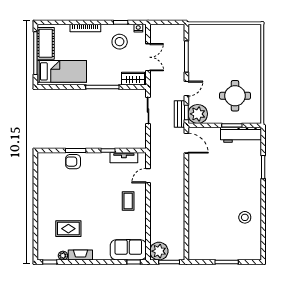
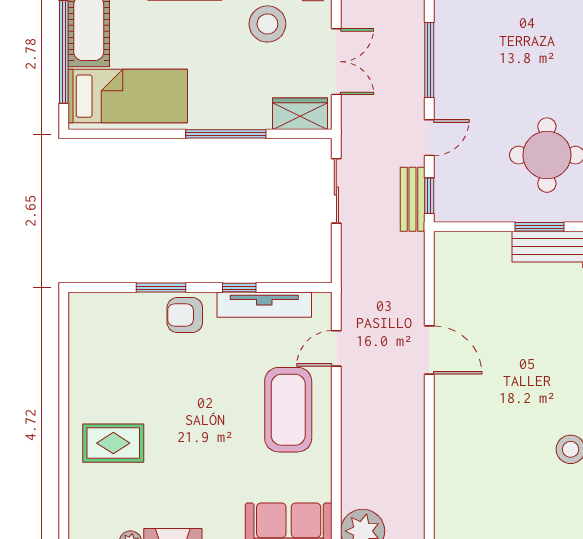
plant: (198, 114) -> (457, 199), removed
door: (186, 143) -> (429, 350), moved
tv unit: (124, 158) -> (264, 305), width x1.41
armchair: (73, 162) -> (185, 315), moved
coffee table: (128, 201) -> (288, 410), width x1.86, depth x1.72
rug: (68, 229) -> (113, 443), moved

